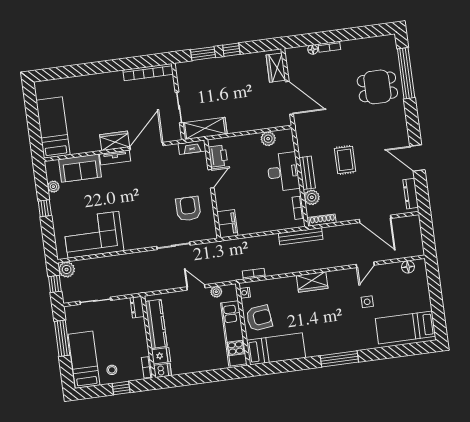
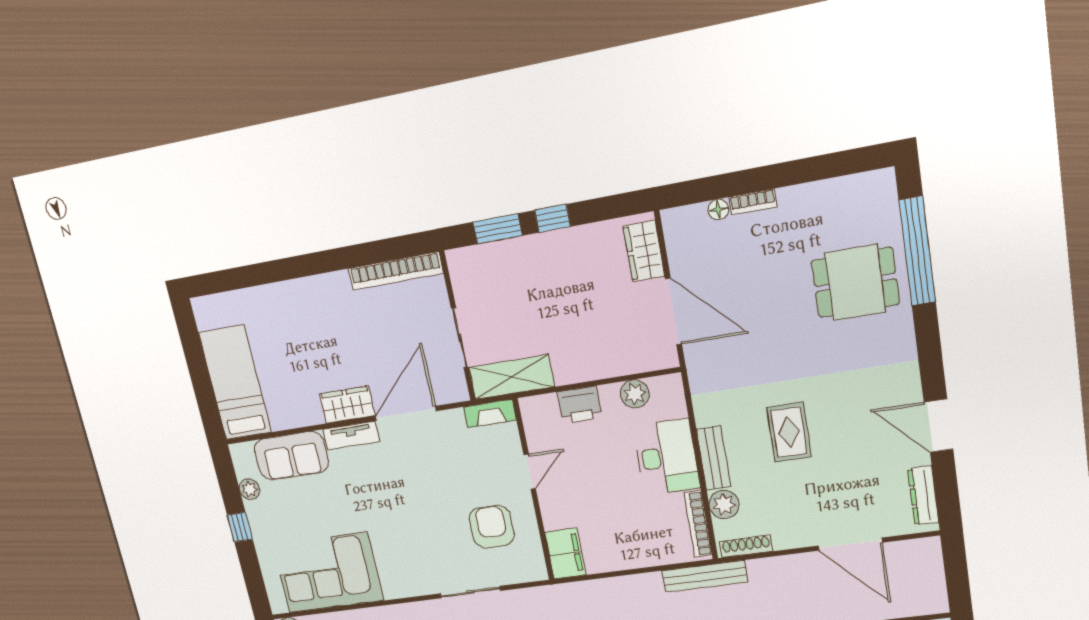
printer: (218, 156) -> (580, 405), moved, turned 90
bookcase: (298, 208) -> (698, 524), width x1.56

